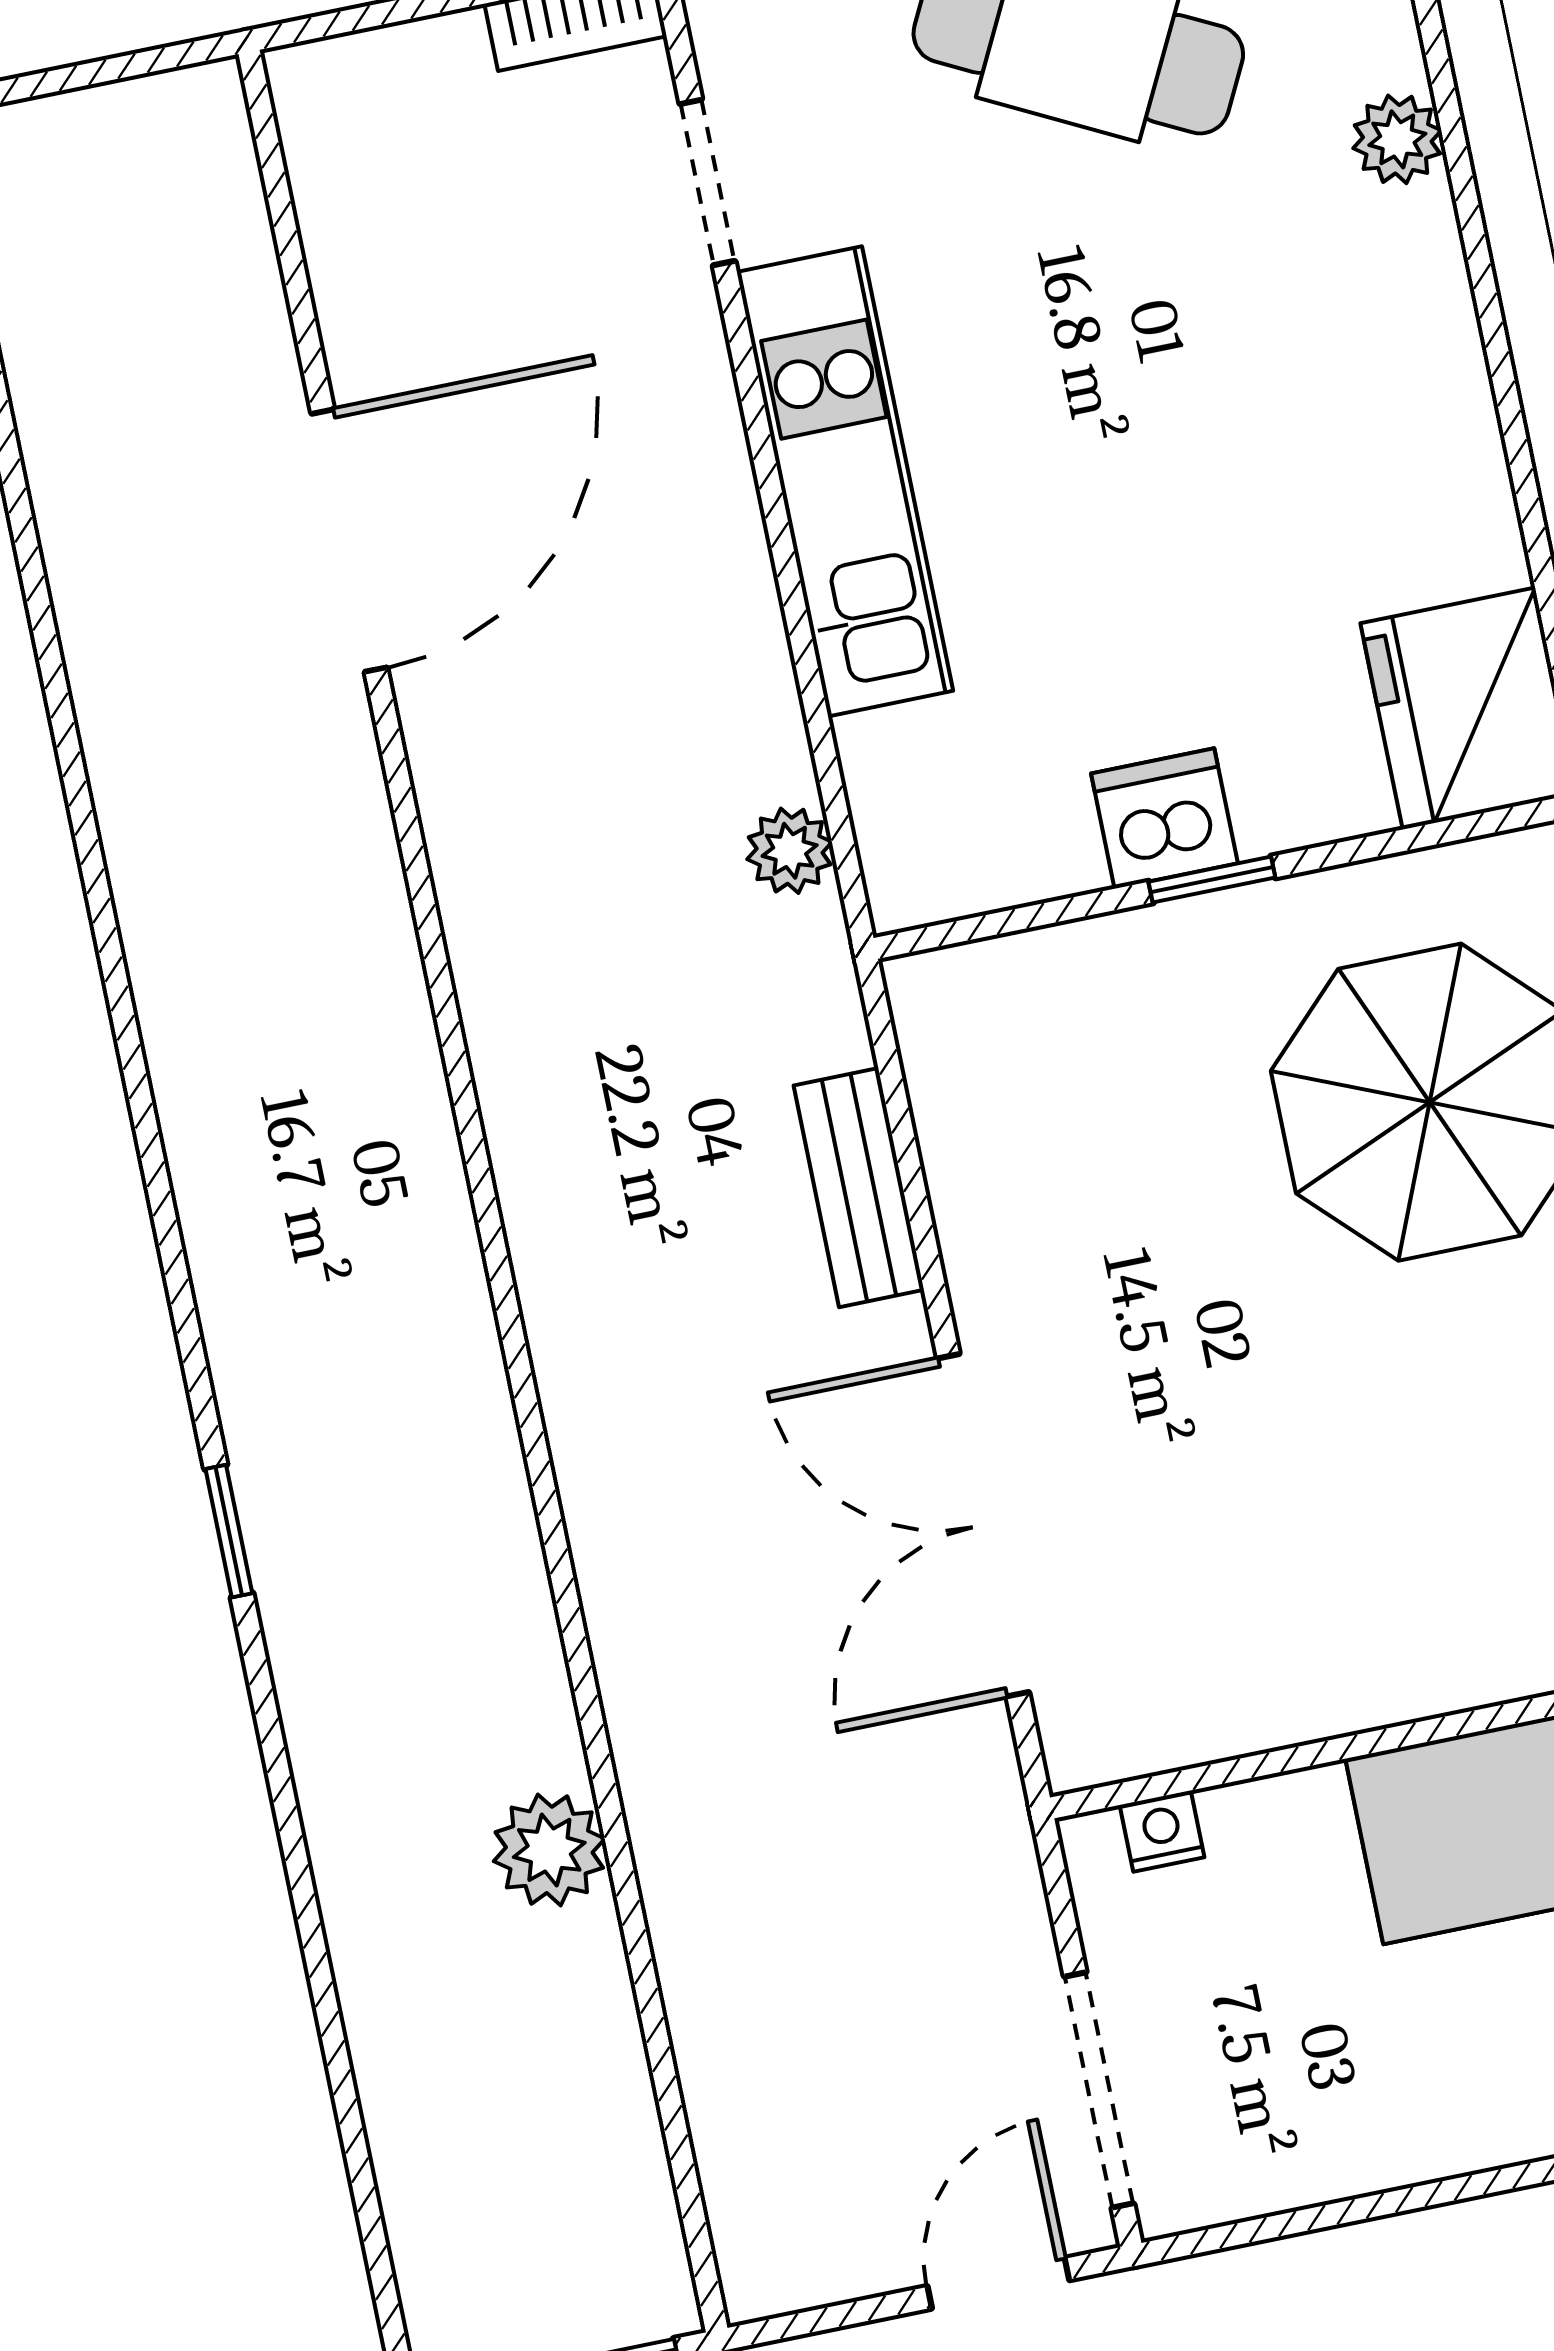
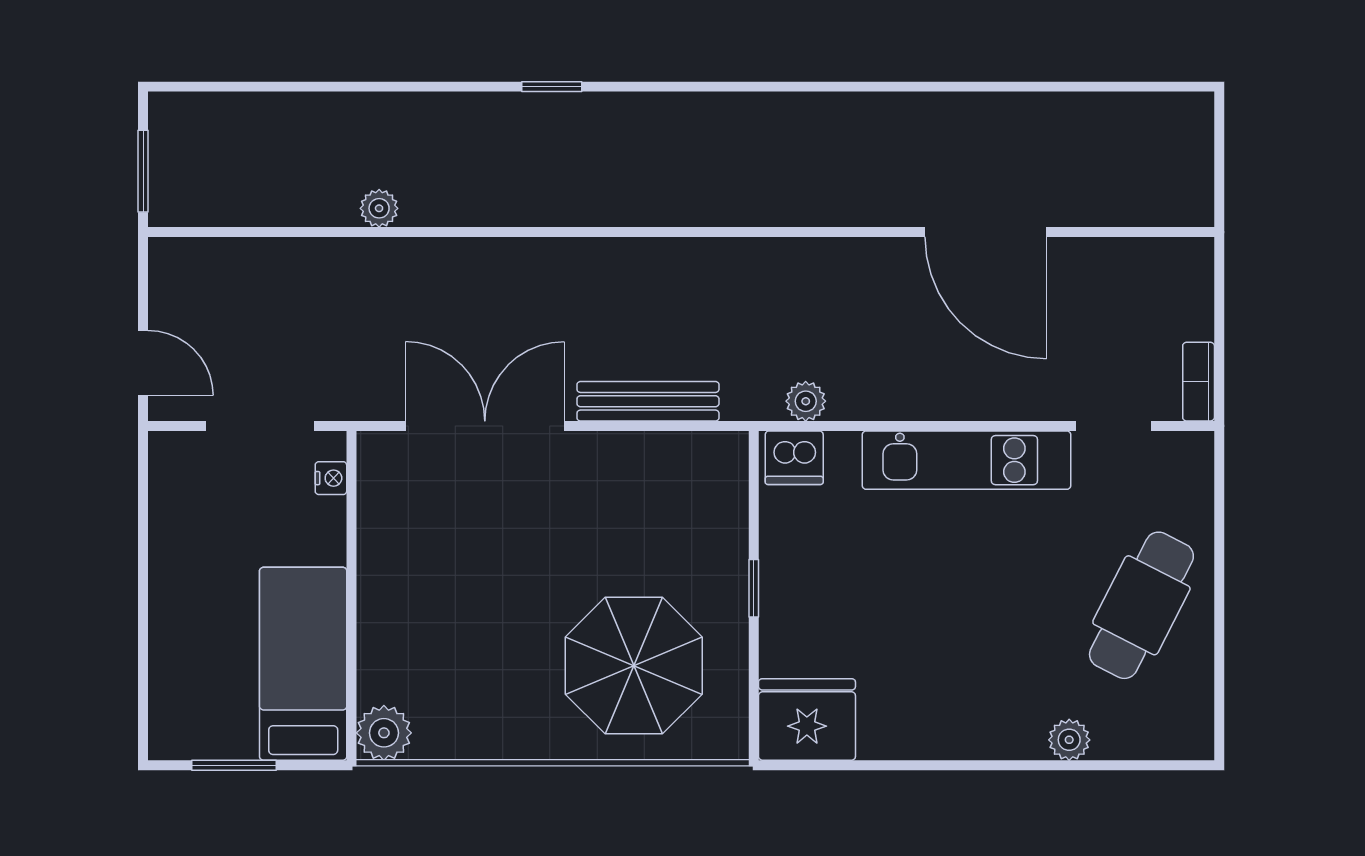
dishwasher: (1164, 818) -> (794, 458), moved, turned 90
bench: (859, 1188) -> (648, 401), width x1.36
plant: (549, 1850) -> (379, 208), width x0.73, depth x0.73
doorway: (1099, 2090) -> (260, 426), moved

